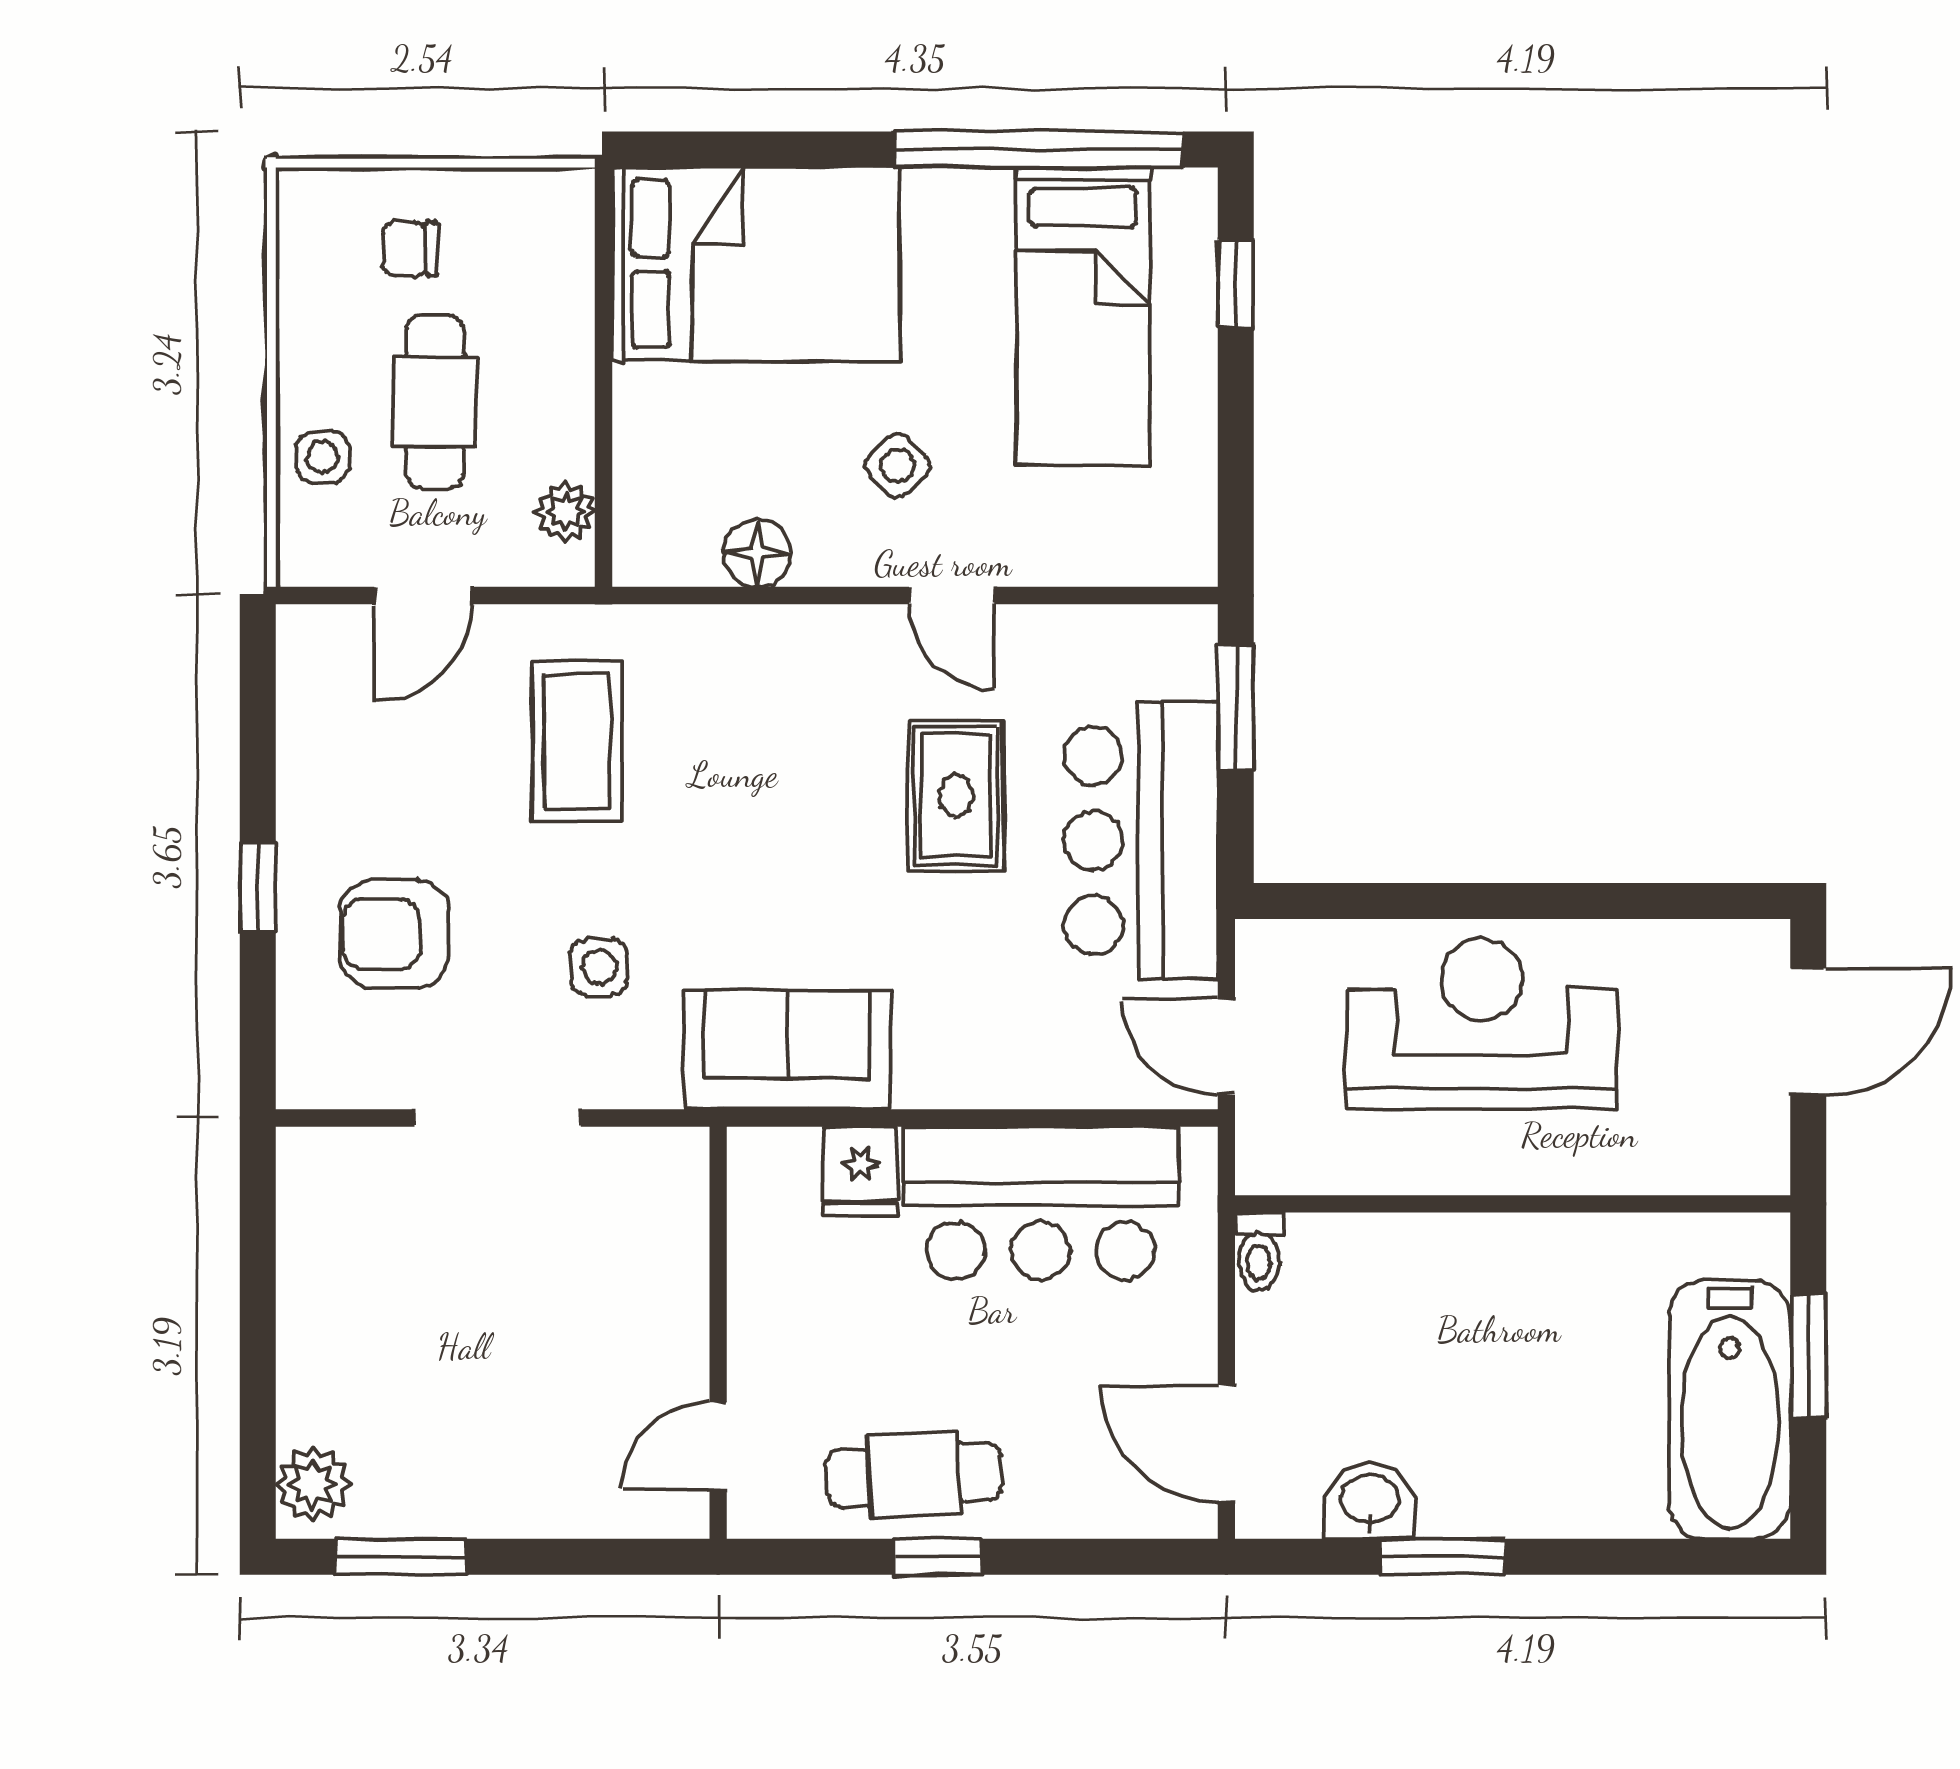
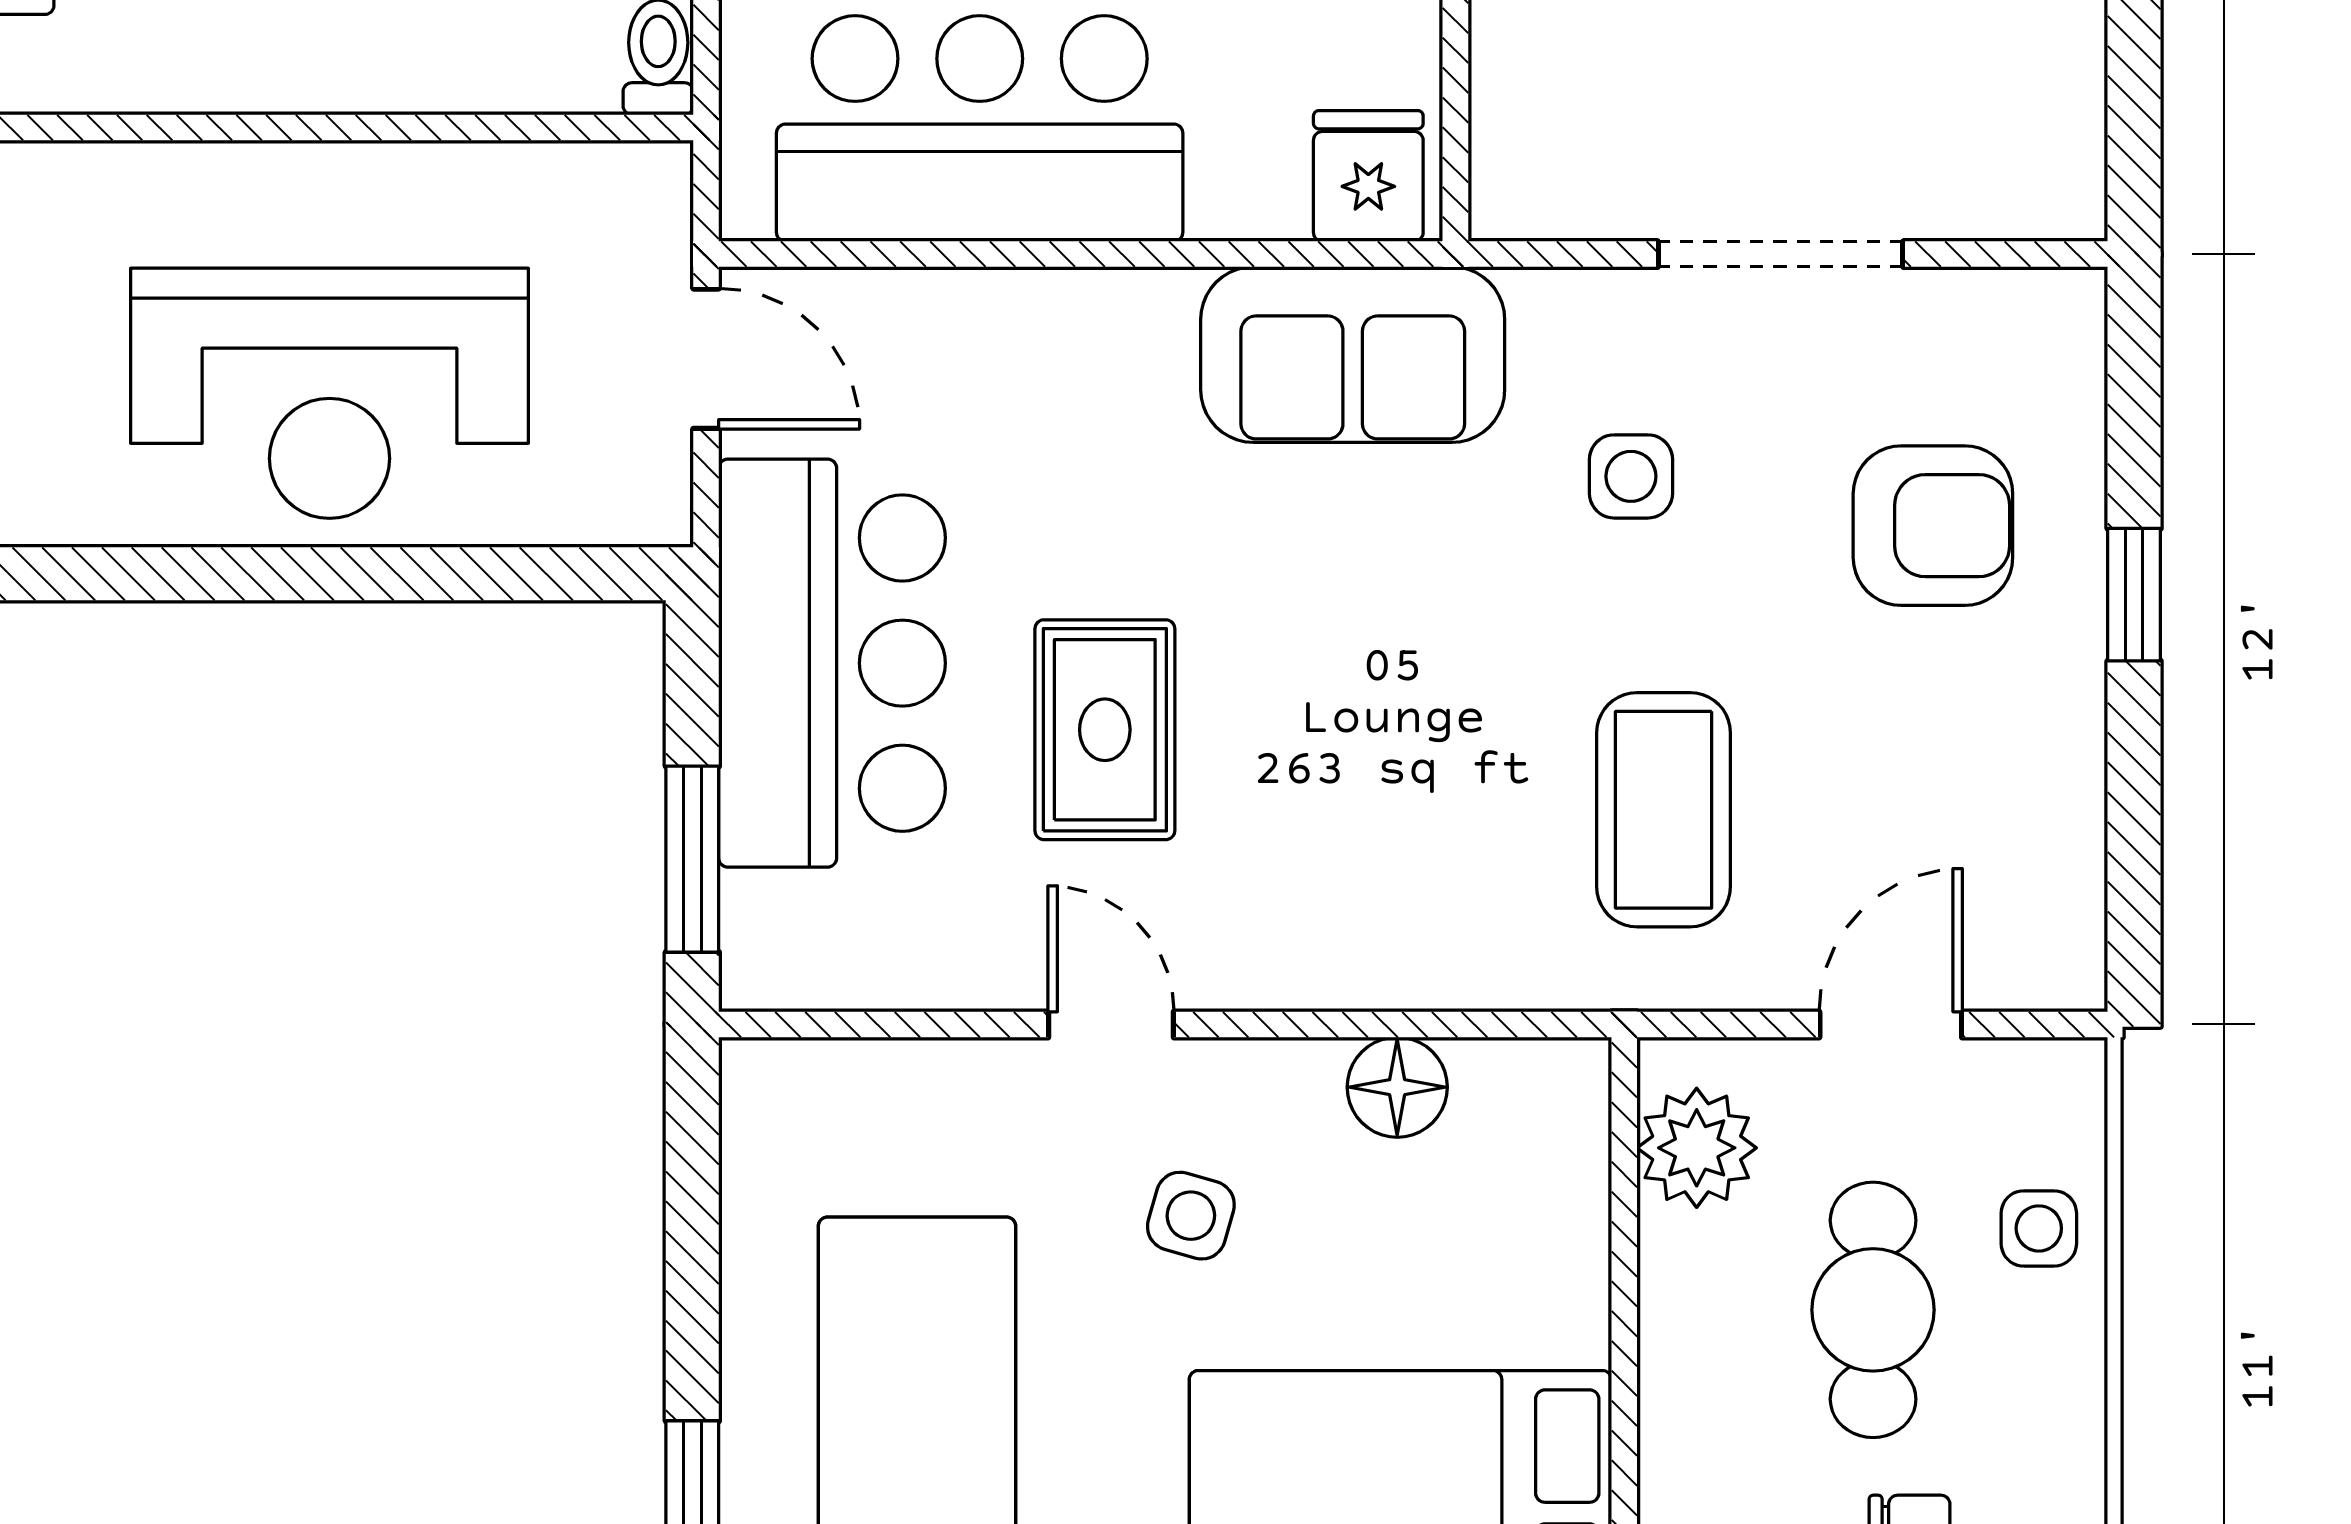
side table: (898, 466) -> (1191, 1216), turned -30
plant: (565, 512) -> (1697, 1148), width x1.38, depth x1.38
fridge: (860, 1171) -> (1368, 176), moved

